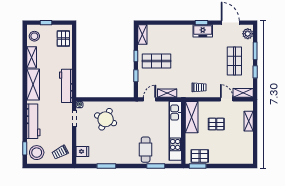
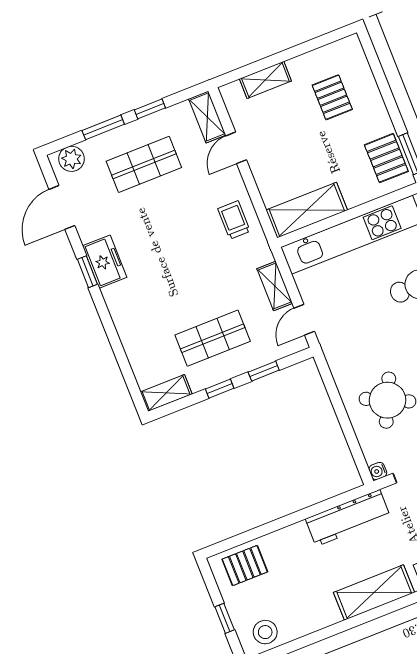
shelving: (32, 57) -> (315, 620), removed
shop shelf: (156, 61) -> (213, 338), turned 90
door: (150, 99) -> (304, 320), hinge flipped
pallet: (216, 124) -> (332, 97), moved

